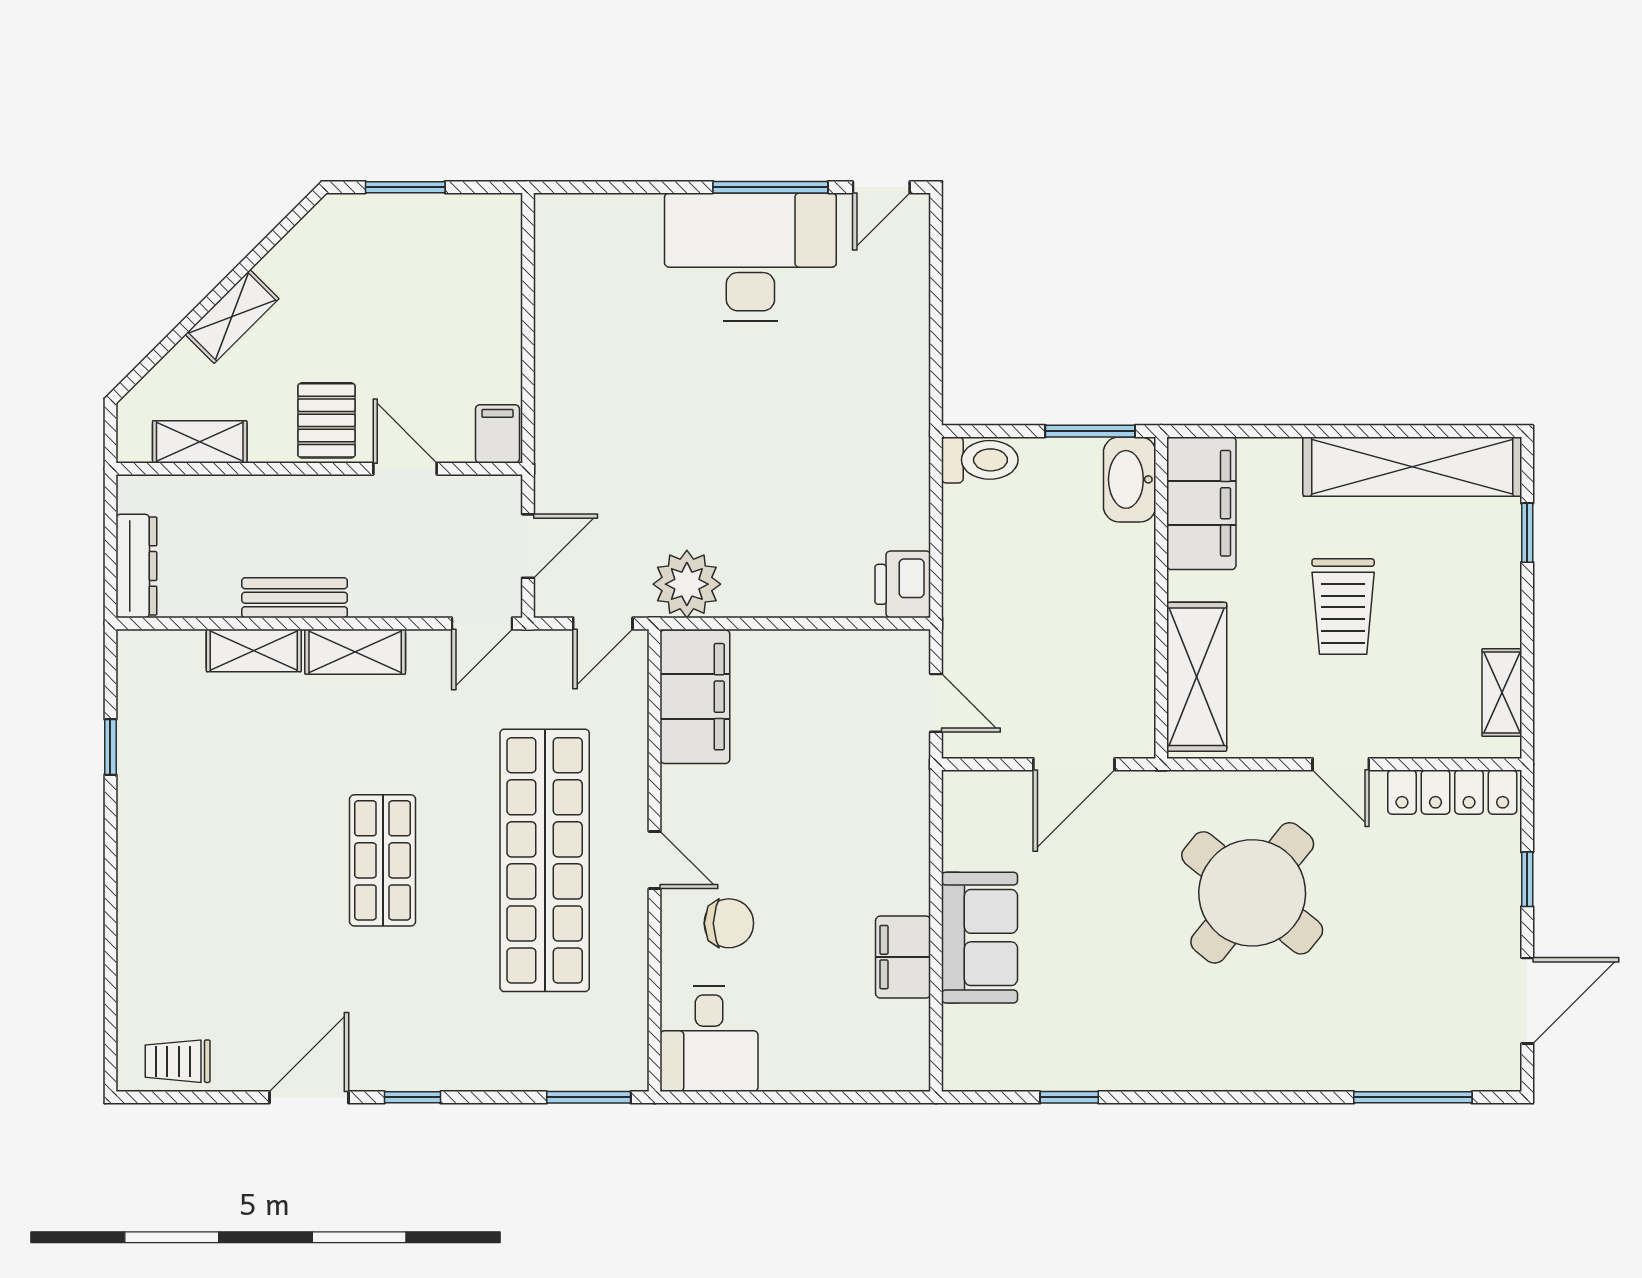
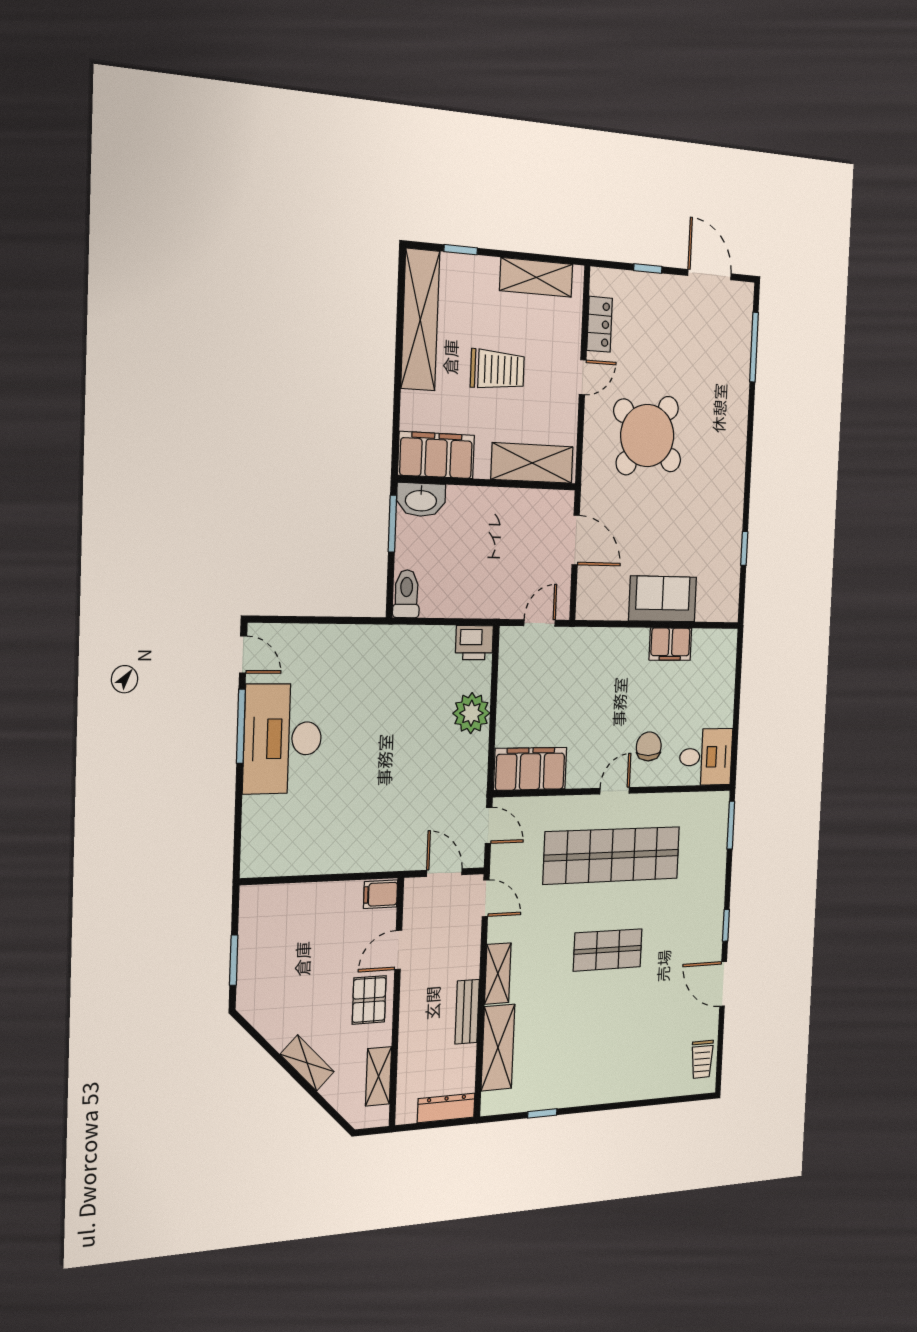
pallet: (326, 420) -> (369, 1000), turned 90
plant: (687, 584) -> (471, 713), moved
shelving: (254, 650) -> (498, 1048), width x1.50, depth x1.33
shelving: (1502, 693) -> (536, 277), width x1.50, depth x1.33
locker: (1452, 792) -> (600, 324), width x0.66

